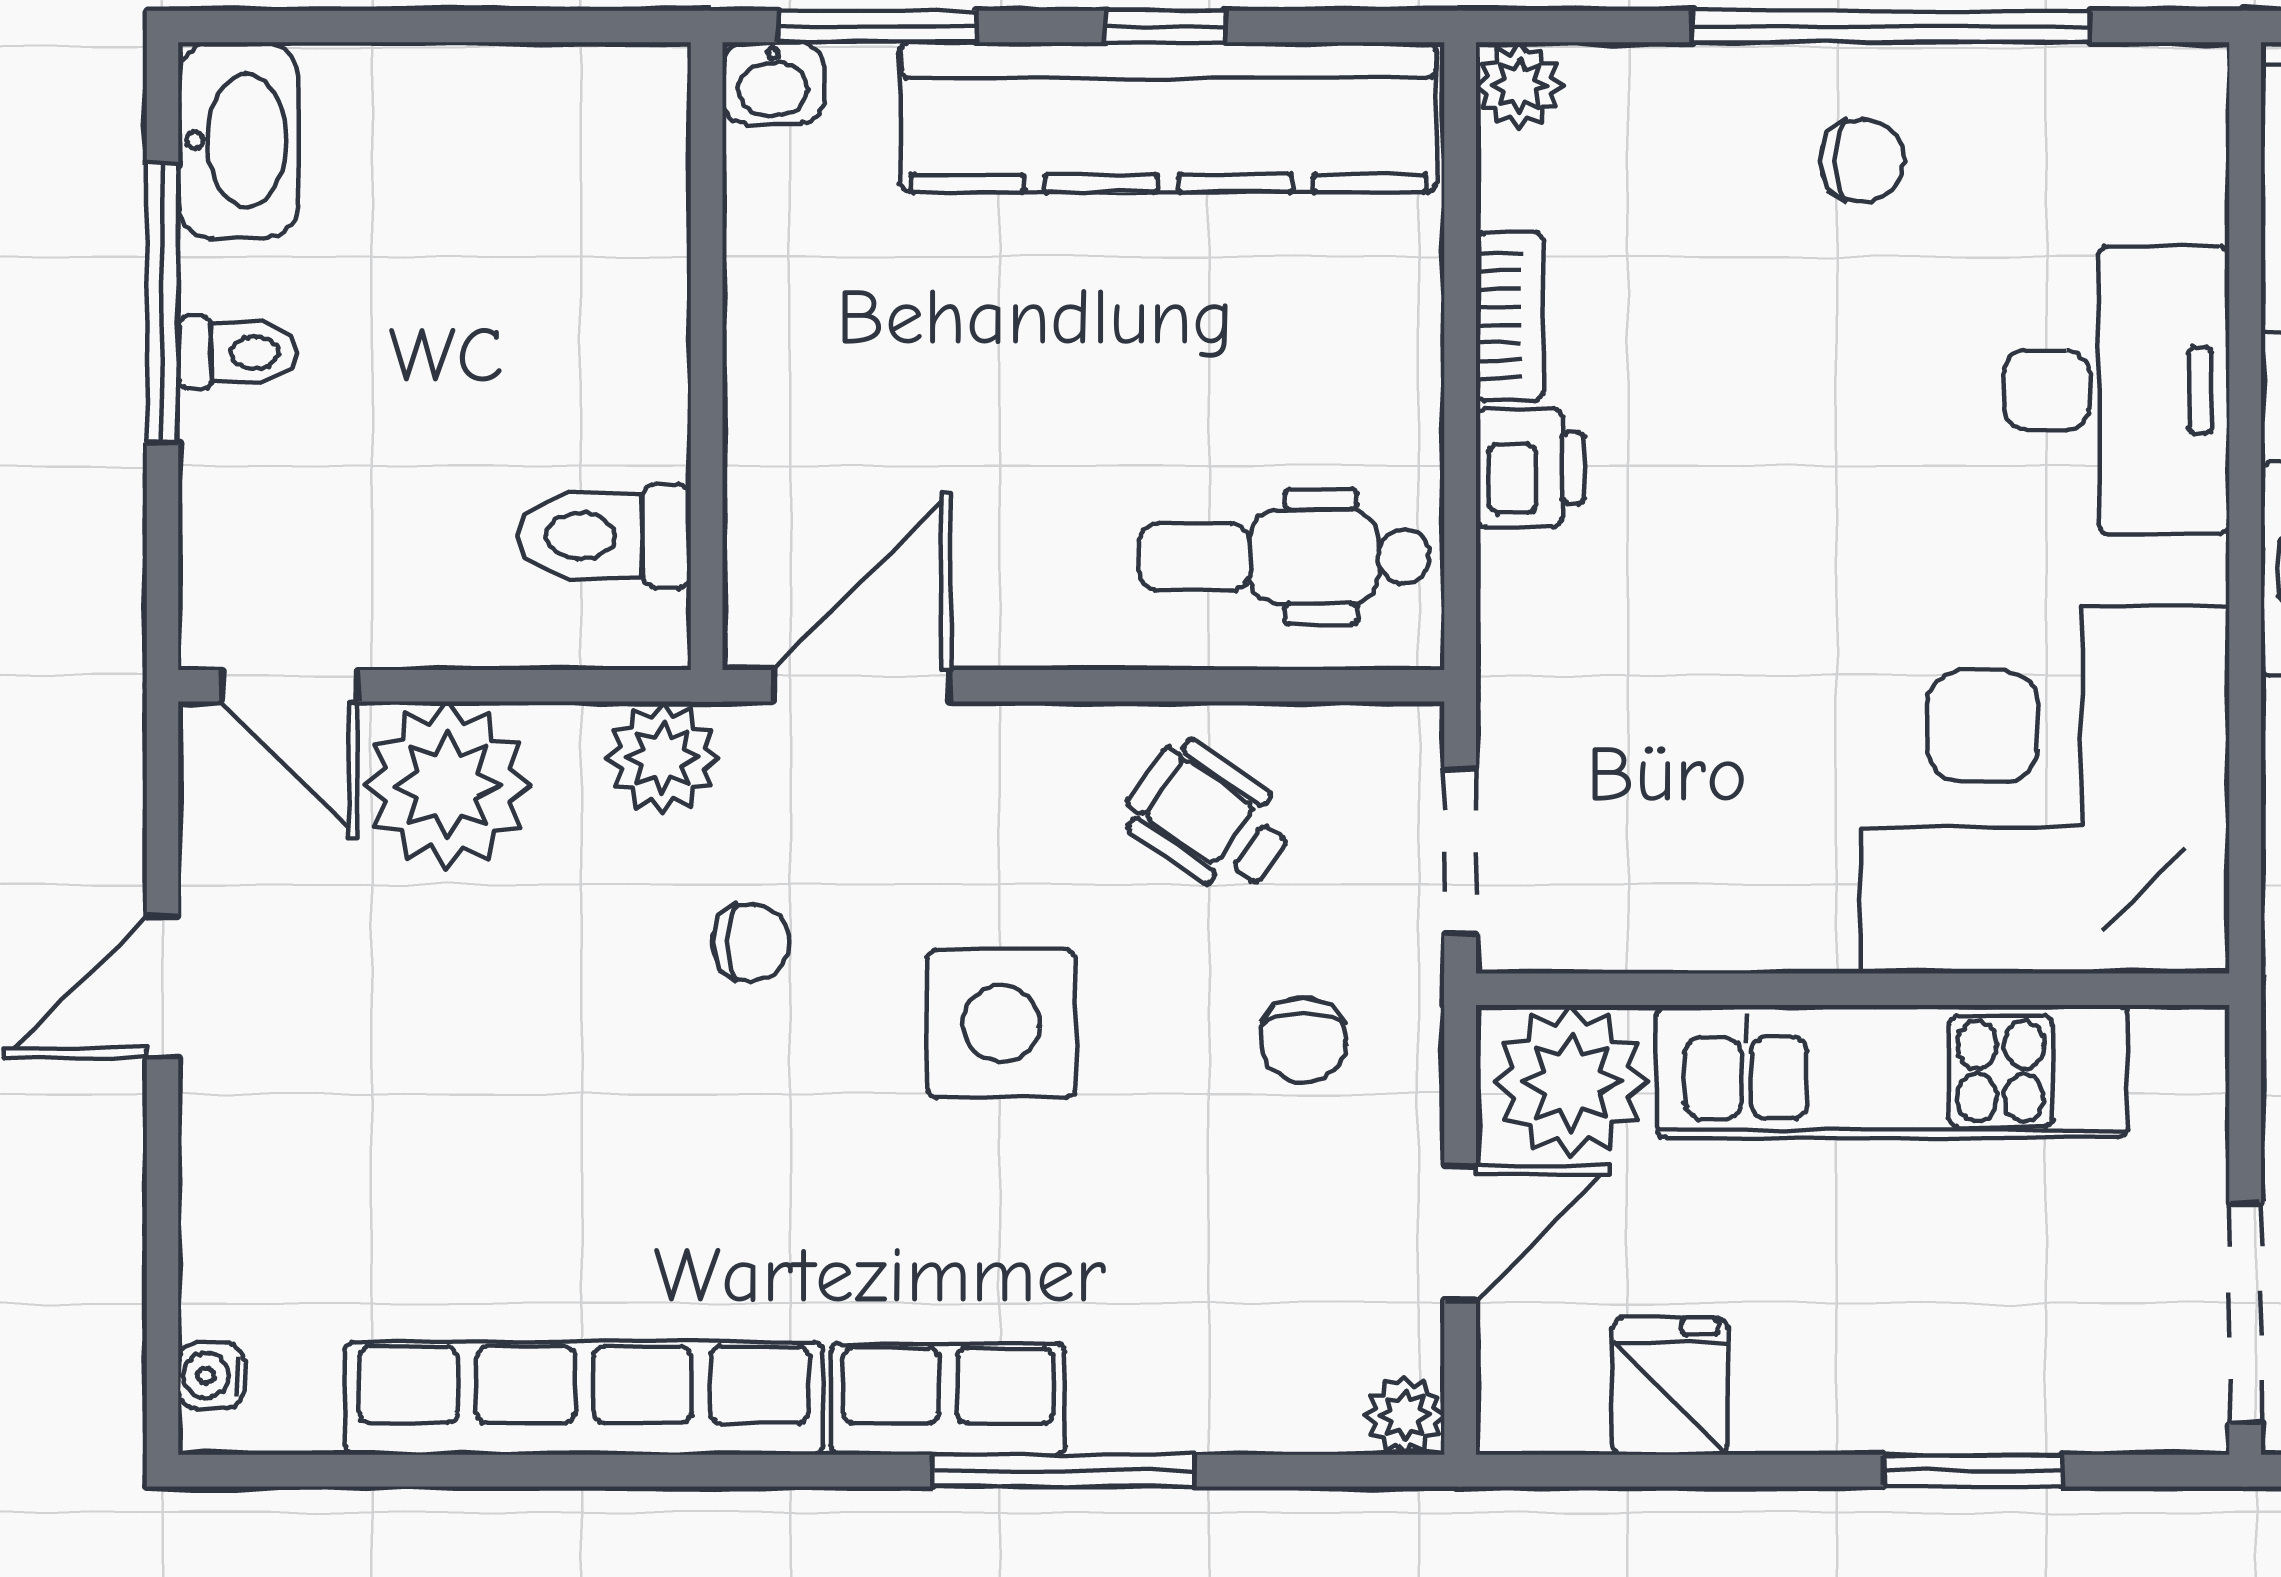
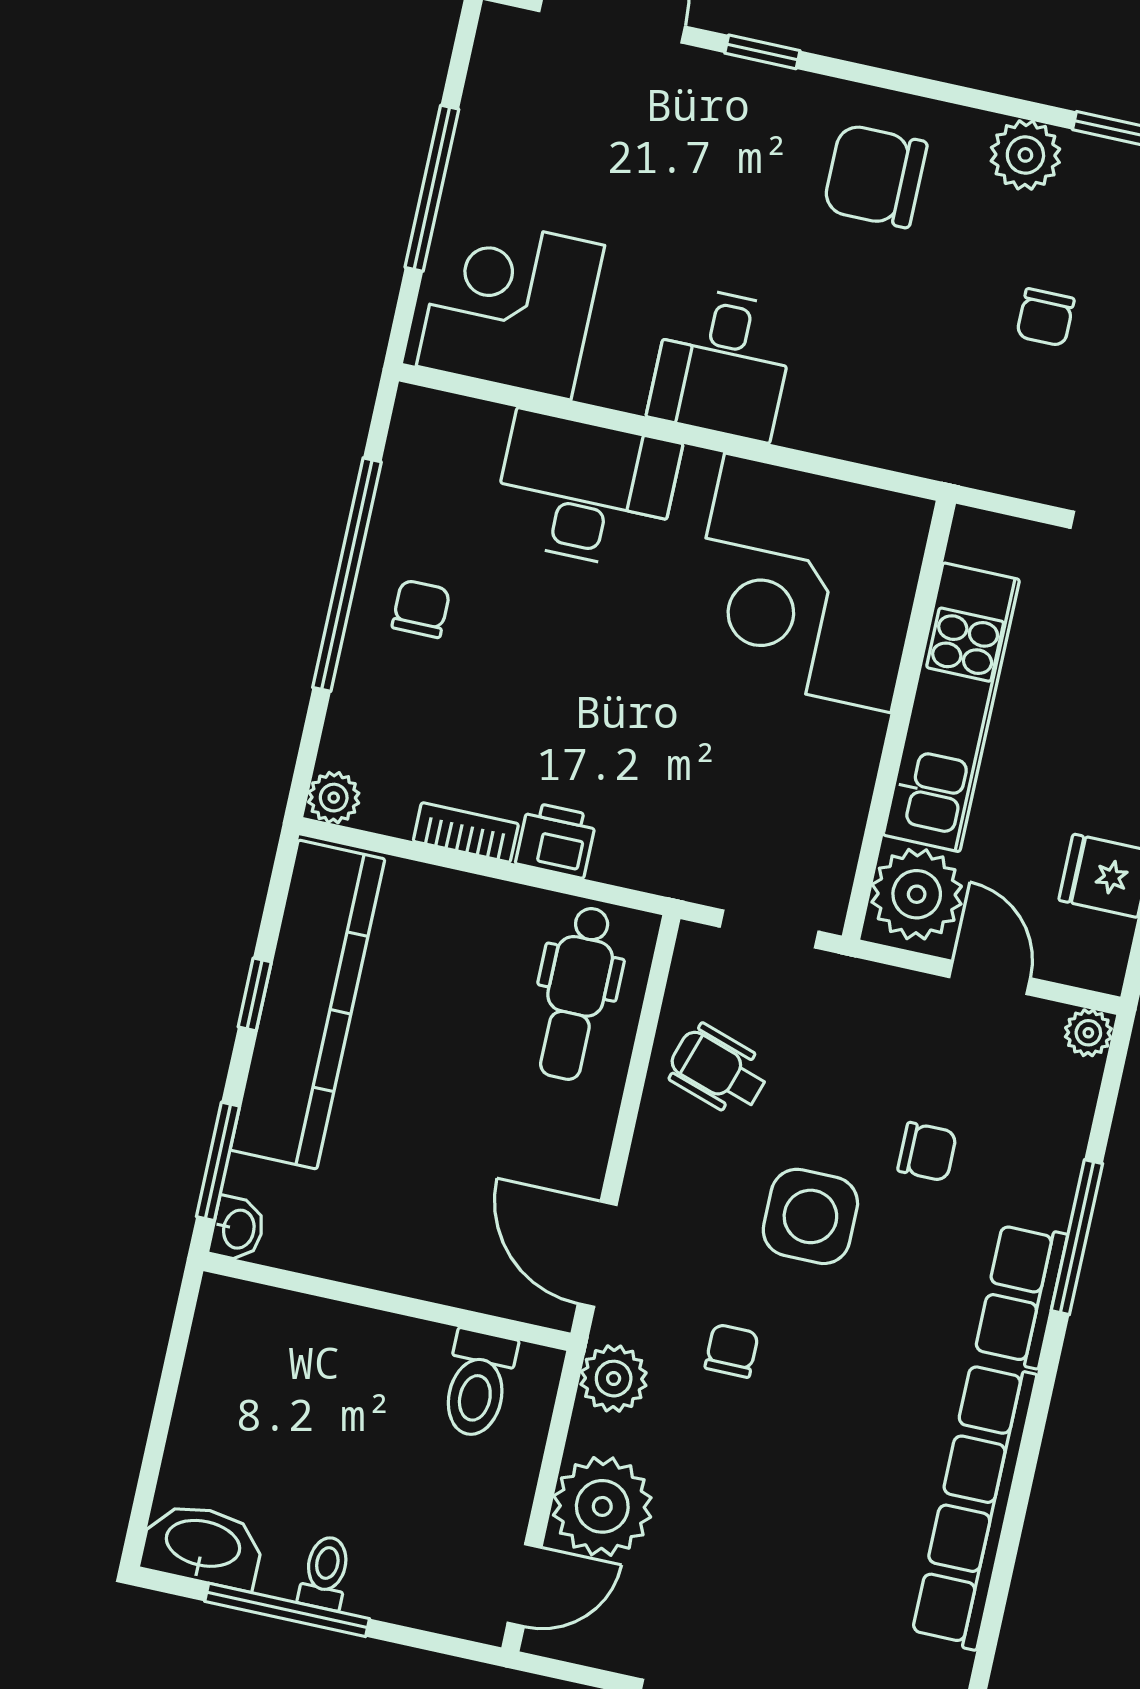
wheelchair: (1209, 819) -> (718, 1070), turned 73
chair: (1303, 1040) -> (927, 1152), moved

